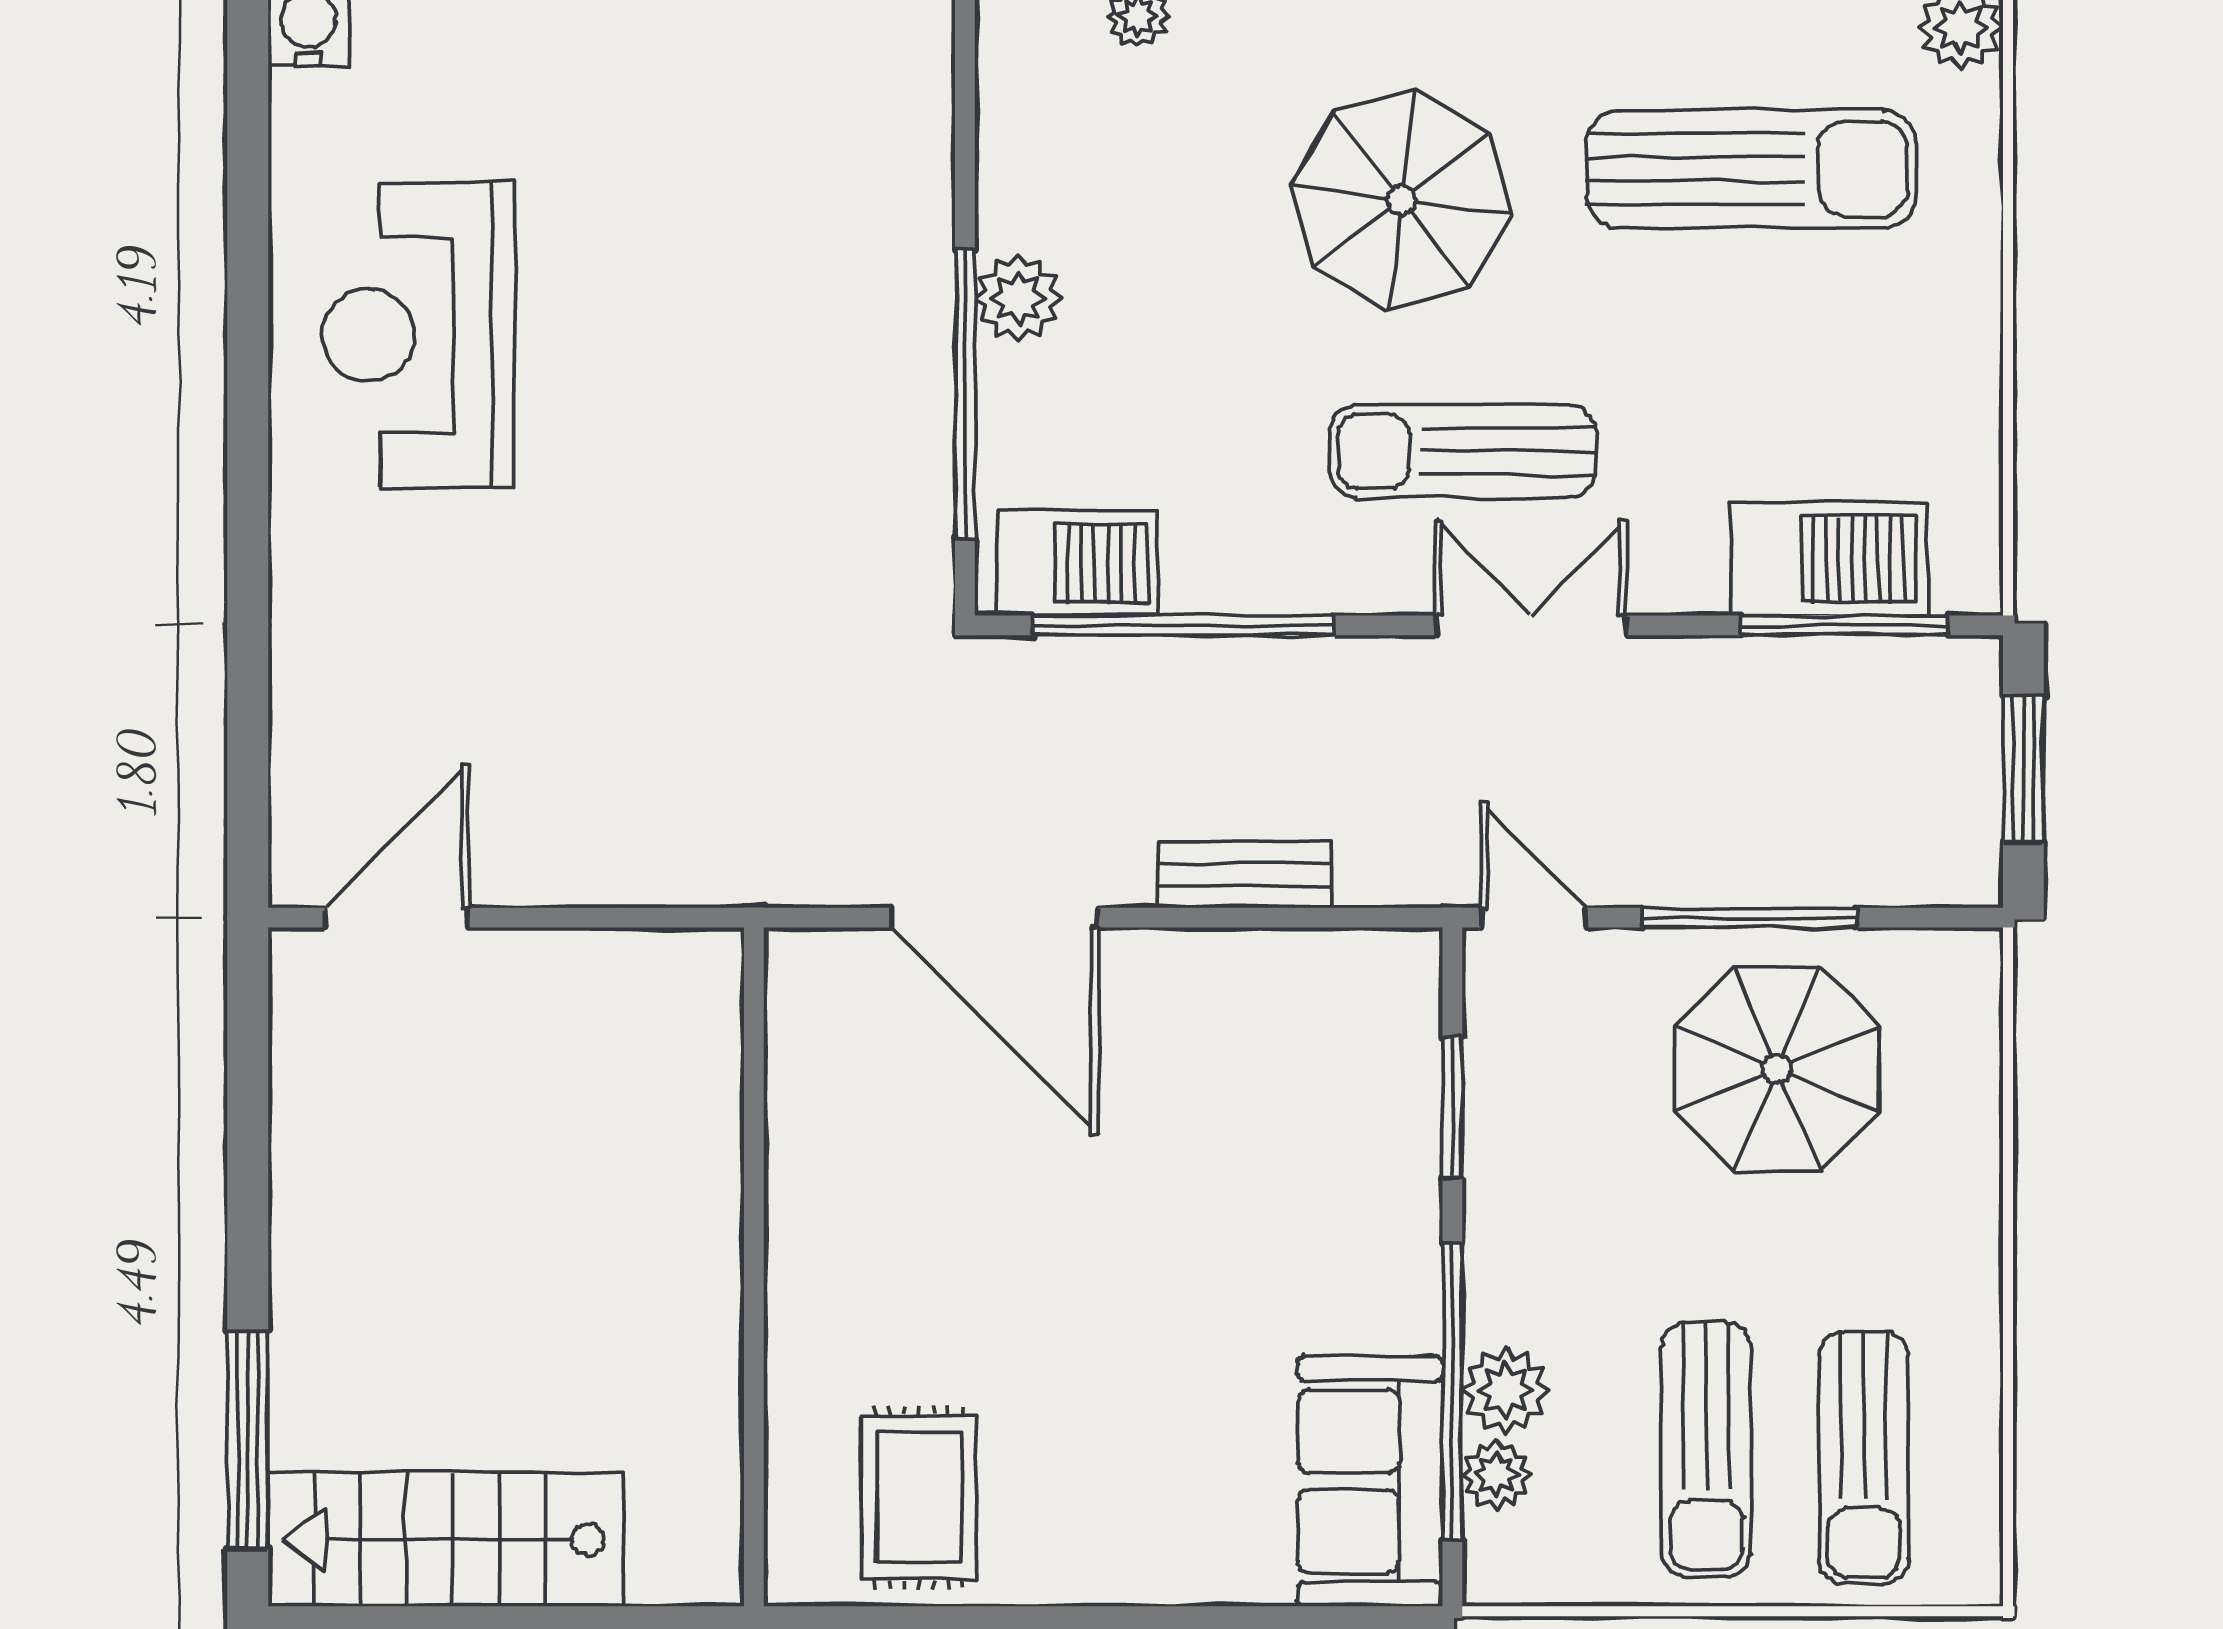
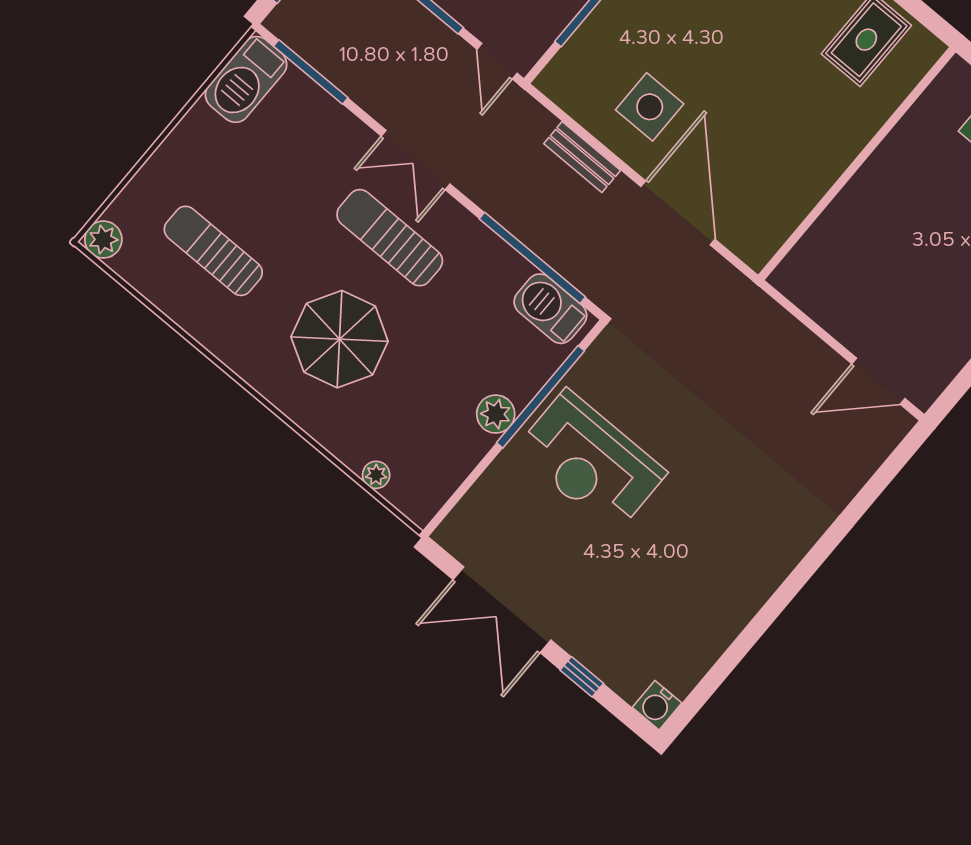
sun lounger: (1752, 169) -> (213, 251), width x0.73, depth x0.75
reception desk: (418, 335) -> (590, 462), moved, turned 90
sun lounger: (1462, 451) -> (390, 238), turned 180
barbecue: (1829, 559) -> (246, 79), moved, turned -90
side table: (1200, 1062) -> (650, 107), added

